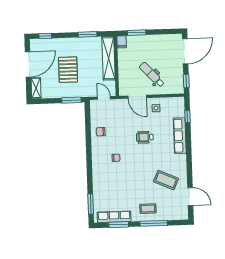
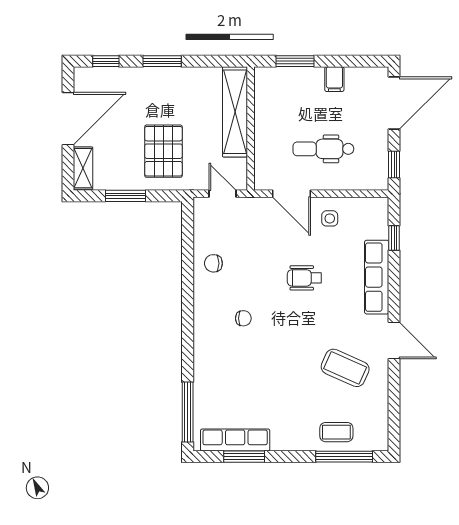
window: (87, 34) -> (162, 61), moved
filing cabinet: (122, 42) -> (334, 79), moved
pallet: (68, 70) -> (163, 151), moved
dental chair: (152, 75) -> (323, 149), turned -47
window: (72, 100) -> (126, 196), moved
door: (190, 197) -> (394, 340), moved
window: (91, 204) -> (188, 412), width x1.44
coffee table: (148, 209) -> (336, 432), moved
window: (154, 223) -> (344, 457), moved

